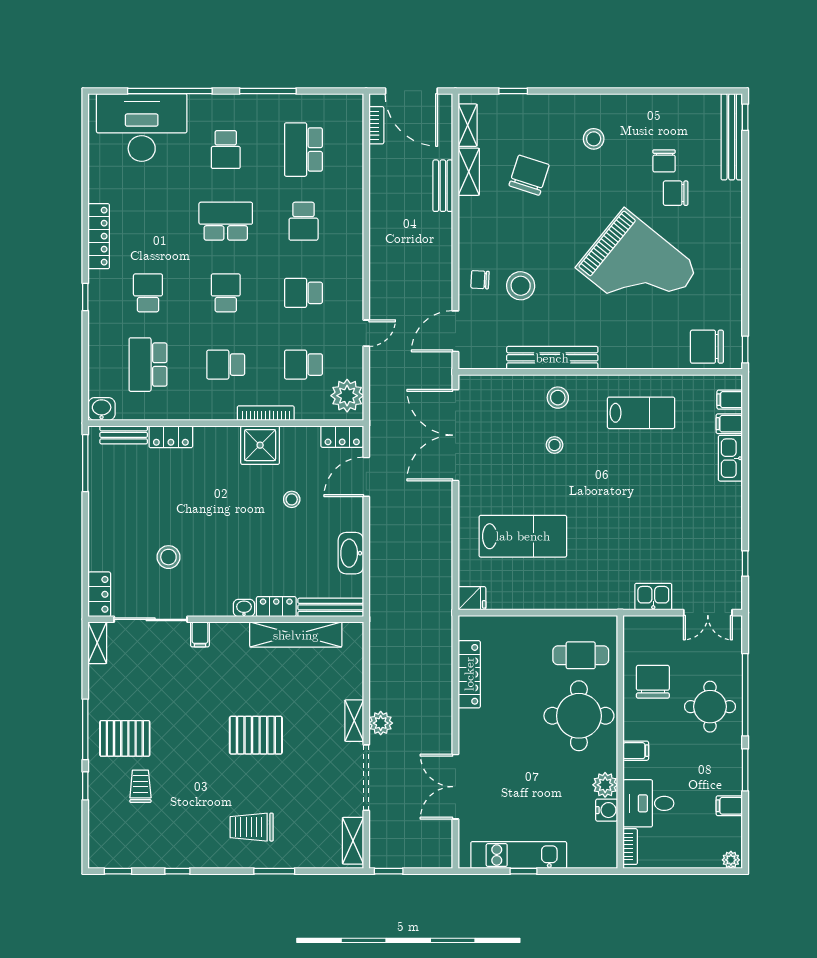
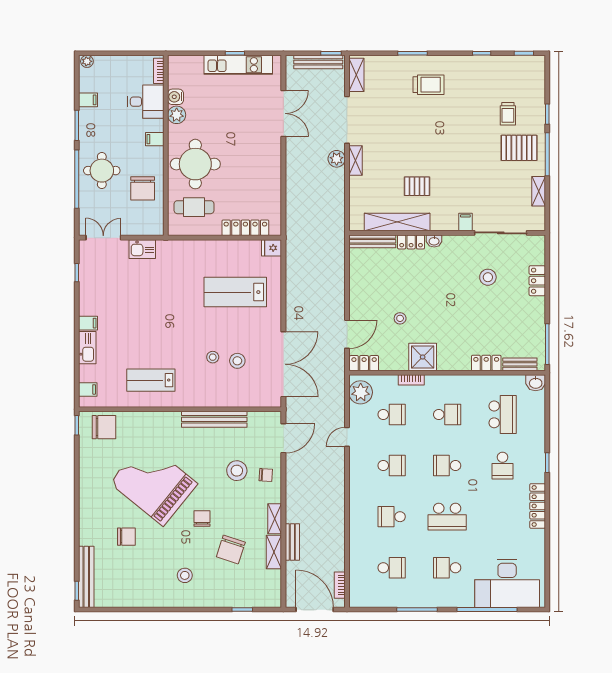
shelving: (468, 125) -> (275, 519), moved
school desk: (226, 150) -> (447, 568), turned -90
school desk: (304, 150) -> (392, 568), width x0.54
chair: (664, 161) -> (202, 519), moved
school desk: (304, 221) -> (392, 517), turned -90
school desk: (226, 293) -> (447, 466), turned 90
stool: (558, 398) -> (237, 361), moved
bookcase: (266, 413) -> (411, 380), width x0.64
filing cabinet: (729, 424) -> (88, 323), moved
washbasin: (351, 553) -> (358, 280), removed
locker: (99, 594) -> (537, 281), moved
shelving: (97, 643) -> (539, 191), moved
locker: (469, 674) -> (245, 228), moved, turned 90
pallet: (256, 735) -> (417, 186), moved, width x0.67, depth x0.71
bench: (406, 859) -> (318, 62), added

